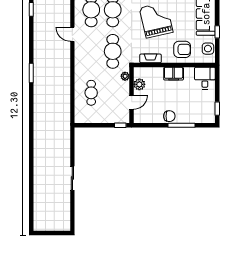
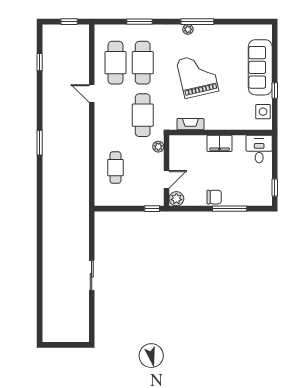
armchair: (182, 49) -> (230, 113), removed
plant: (139, 84) -> (176, 199), moved

